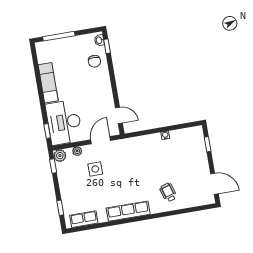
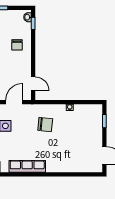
chair: (94, 61) -> (17, 45), moved
chair: (141, 160) -> (45, 125), added
wheelchair: (168, 192) -> (64, 156), removed

